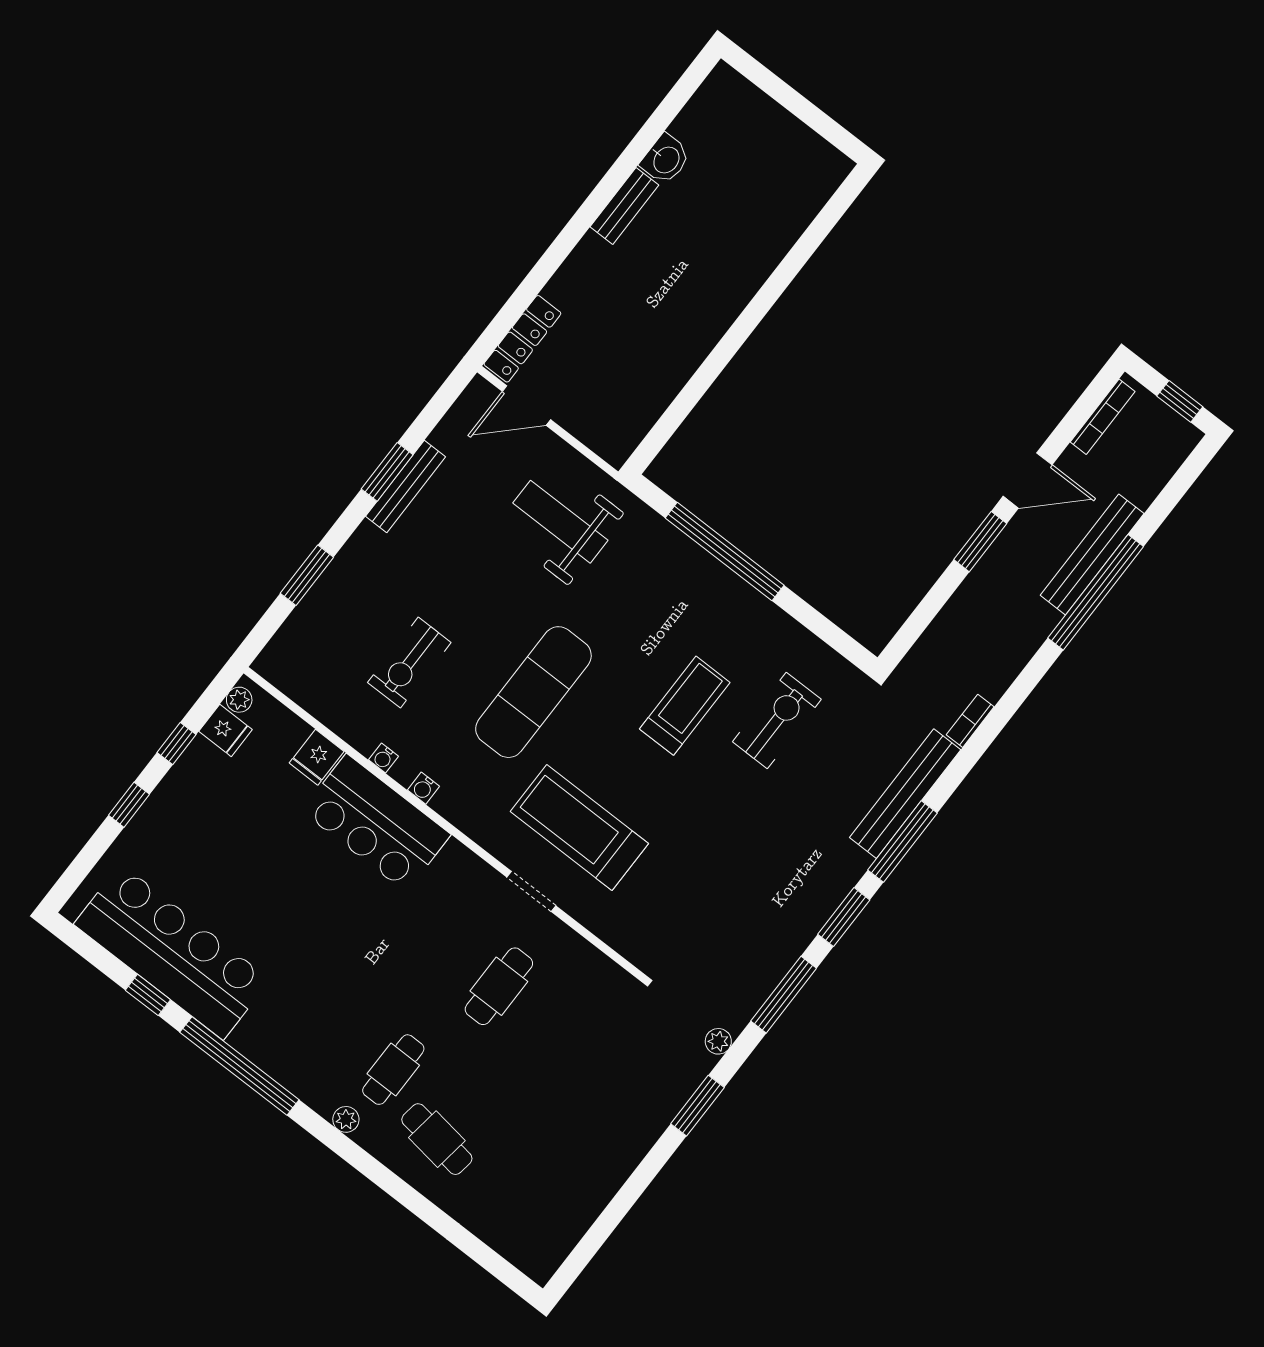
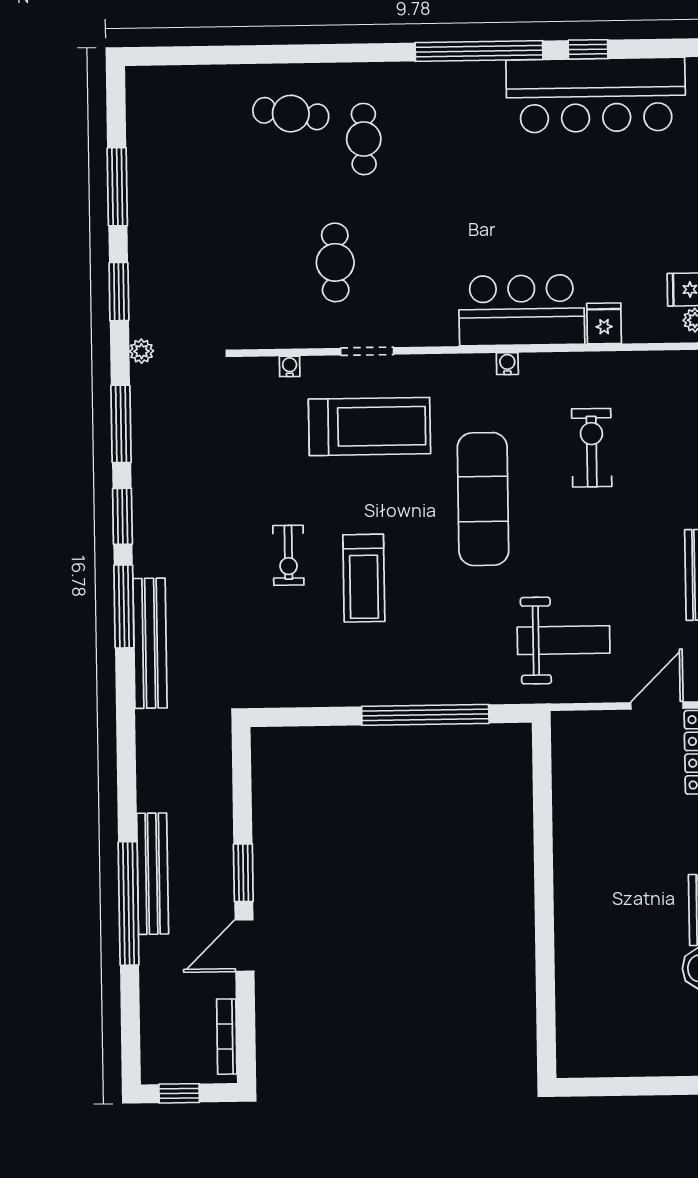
bench: (1092, 554) -> (153, 874), moved
exercise bike: (777, 721) -> (288, 555), moved, width x0.73, depth x0.72
bookcase: (970, 721) -> (145, 735), removed
water cooler: (384, 758) -> (290, 366), moved
plant: (346, 1119) -> (369, 74), removed
window: (629, 1194) -> (117, 187), added

